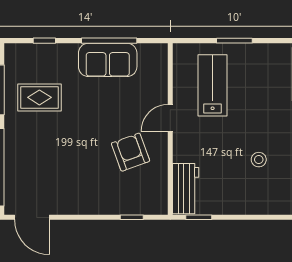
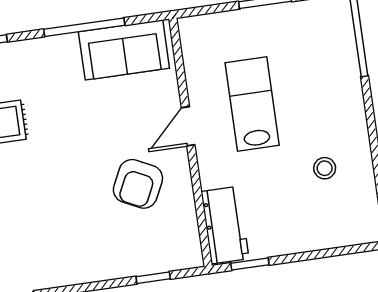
sofa: (108, 60) -> (124, 50), moved
lab bench: (213, 85) -> (252, 104), moved
armchair: (131, 152) -> (138, 184), turned -134

